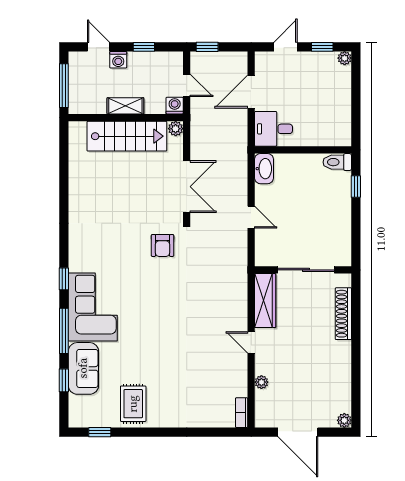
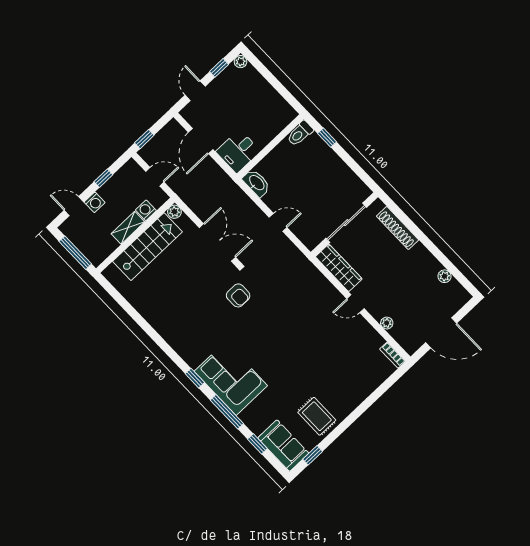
washing machine: (175, 106) -> (146, 210), moved
sofa: (83, 368) -> (283, 446), moved
plant: (344, 420) -> (445, 276), moved

